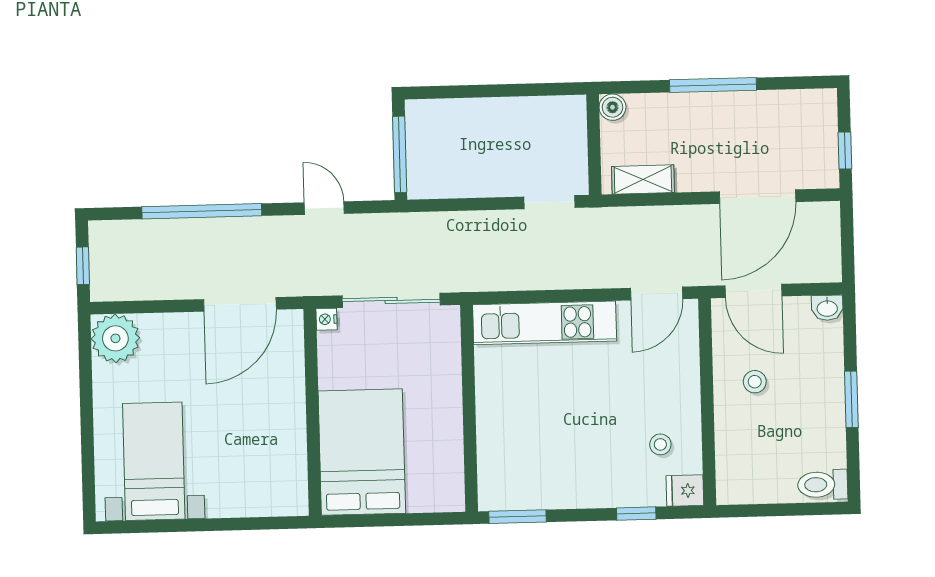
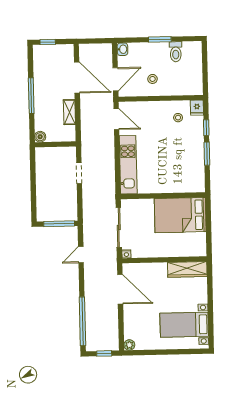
window: (845, 151) -> (48, 42), moved
shelving: (643, 179) -> (69, 112), moved
doorway: (549, 202) -> (79, 173), moved
window: (202, 211) -> (82, 321), moved
plant: (115, 338) -> (129, 345), width x0.53, depth x0.53
bed: (362, 452) -> (180, 215), moved
wardrobe: (289, 468) -> (187, 269), added
toilet: (823, 485) -> (176, 52), moved
window: (518, 517) -> (207, 154), moved

